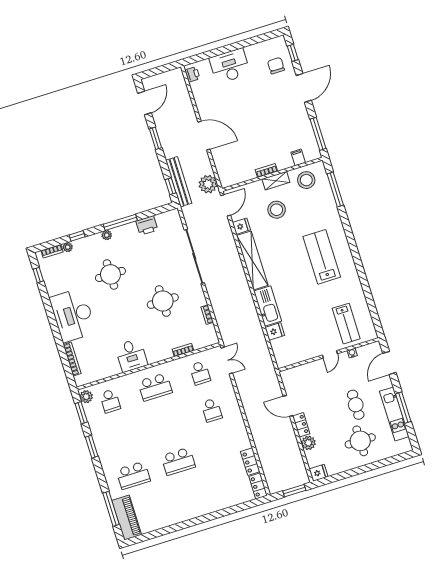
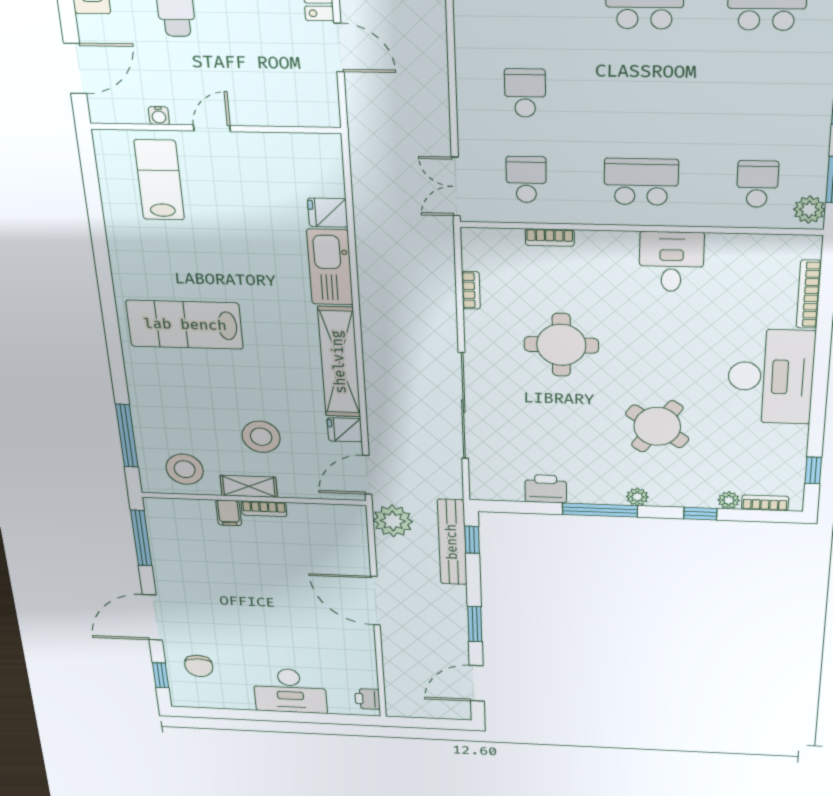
filing cabinet: (298, 157) -> (229, 513), moved
lab bench: (322, 257) -> (185, 325), turned 90
round table: (110, 274) -> (657, 426), turned 35

